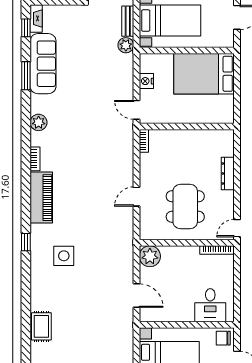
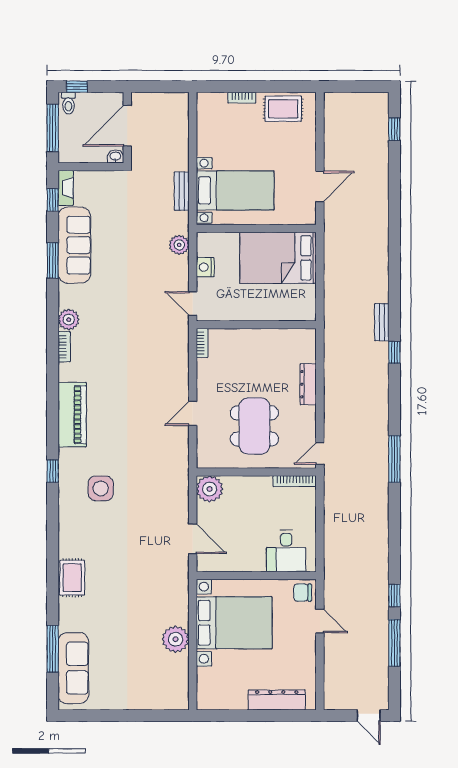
plant: (126, 45) -> (179, 245), moved
bookcase: (35, 159) -> (64, 347), moved

